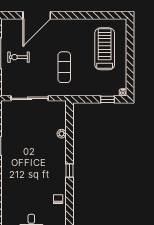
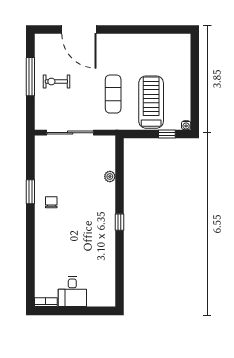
door: (37, 15) -> (79, 29), hinge flipped
treadmill: (105, 49) -> (151, 102), moved
chair: (58, 199) -> (51, 202), moved

